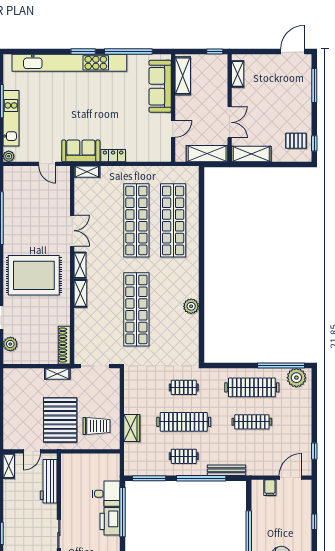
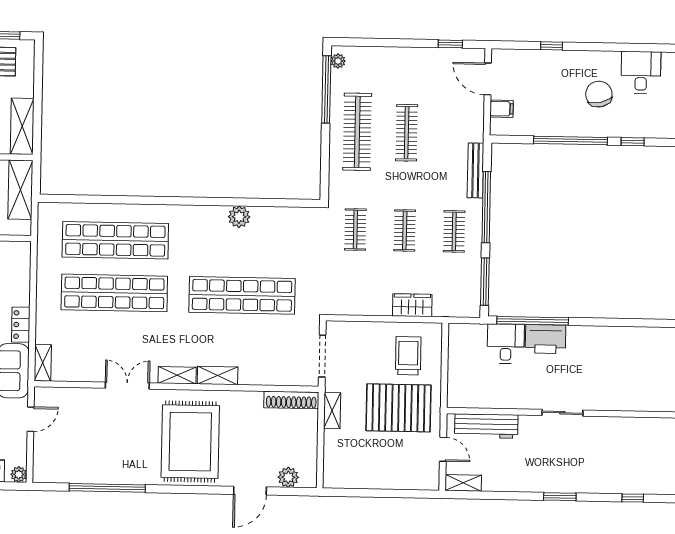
plant: (296, 378) -> (338, 61), width x0.53, depth x0.53
clothes rail: (184, 422) -> (405, 230), width x0.54, depth x0.76

